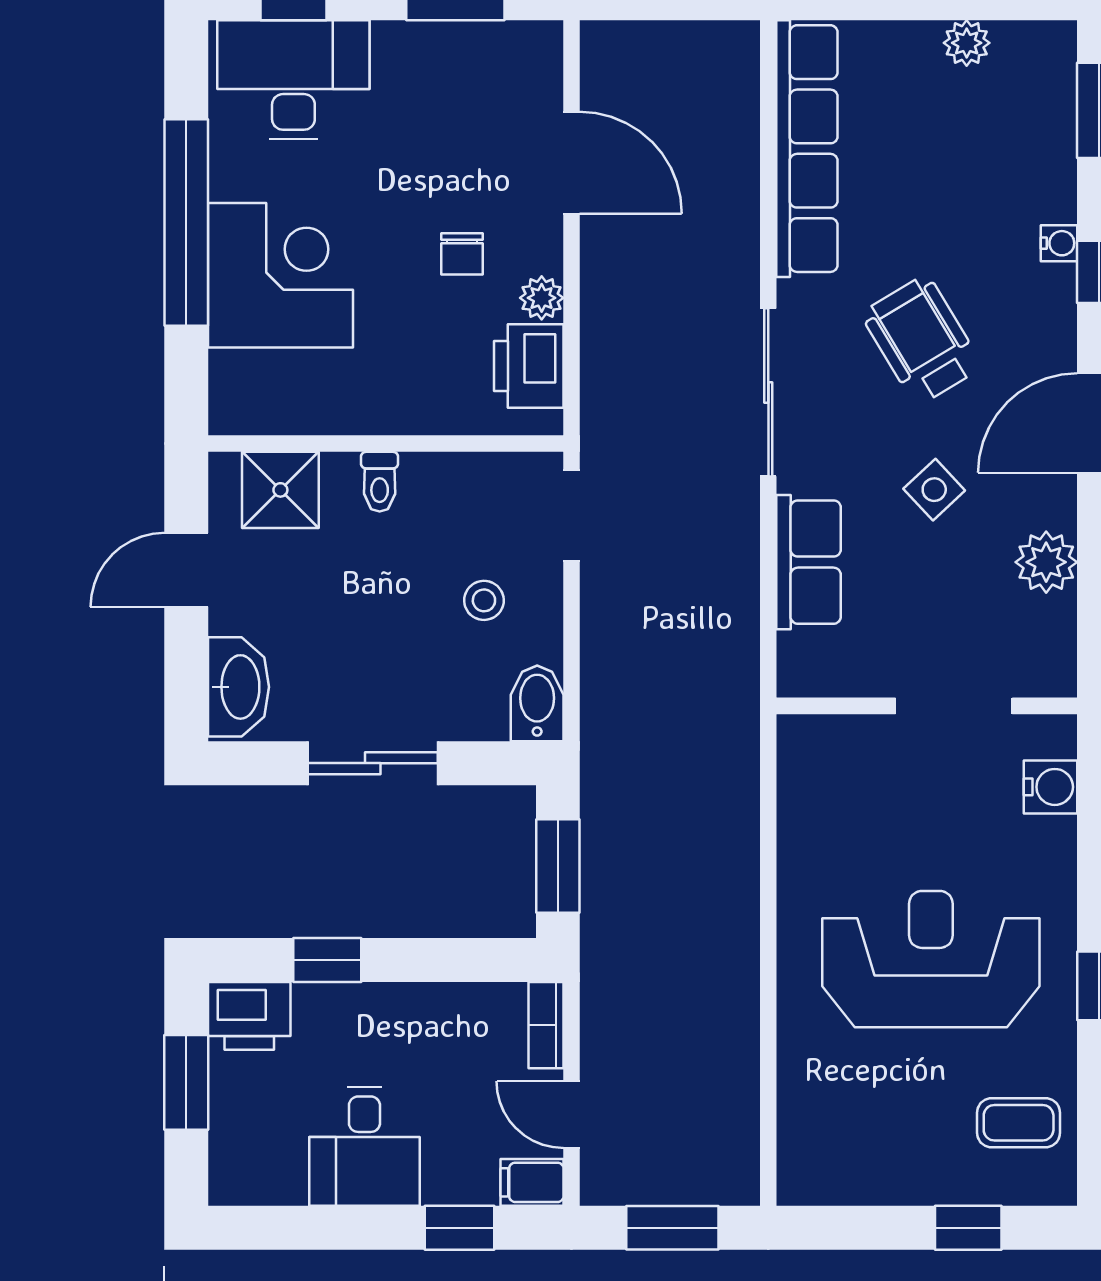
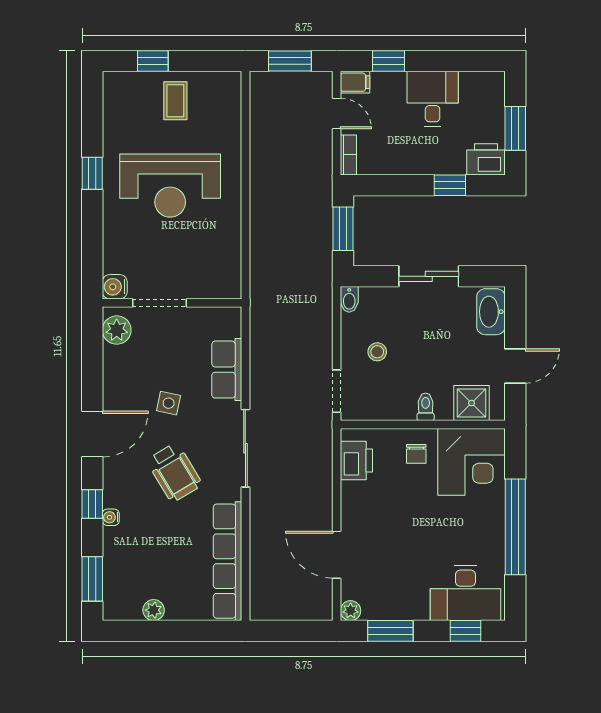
chair: (462, 254) -> (416, 454), moved, turned 180
corner desk: (280, 275) -> (471, 462), moved, turned -90
plant: (542, 298) -> (351, 611), moved
side table: (934, 490) -> (169, 403), turned -35
plant: (1046, 562) -> (117, 330), moved
bidet: (537, 703) -> (349, 299), width x0.72, depth x0.74
water cooler: (1050, 787) -> (115, 287), moved
coffee table: (1019, 1123) -> (175, 101), moved, turned 90

